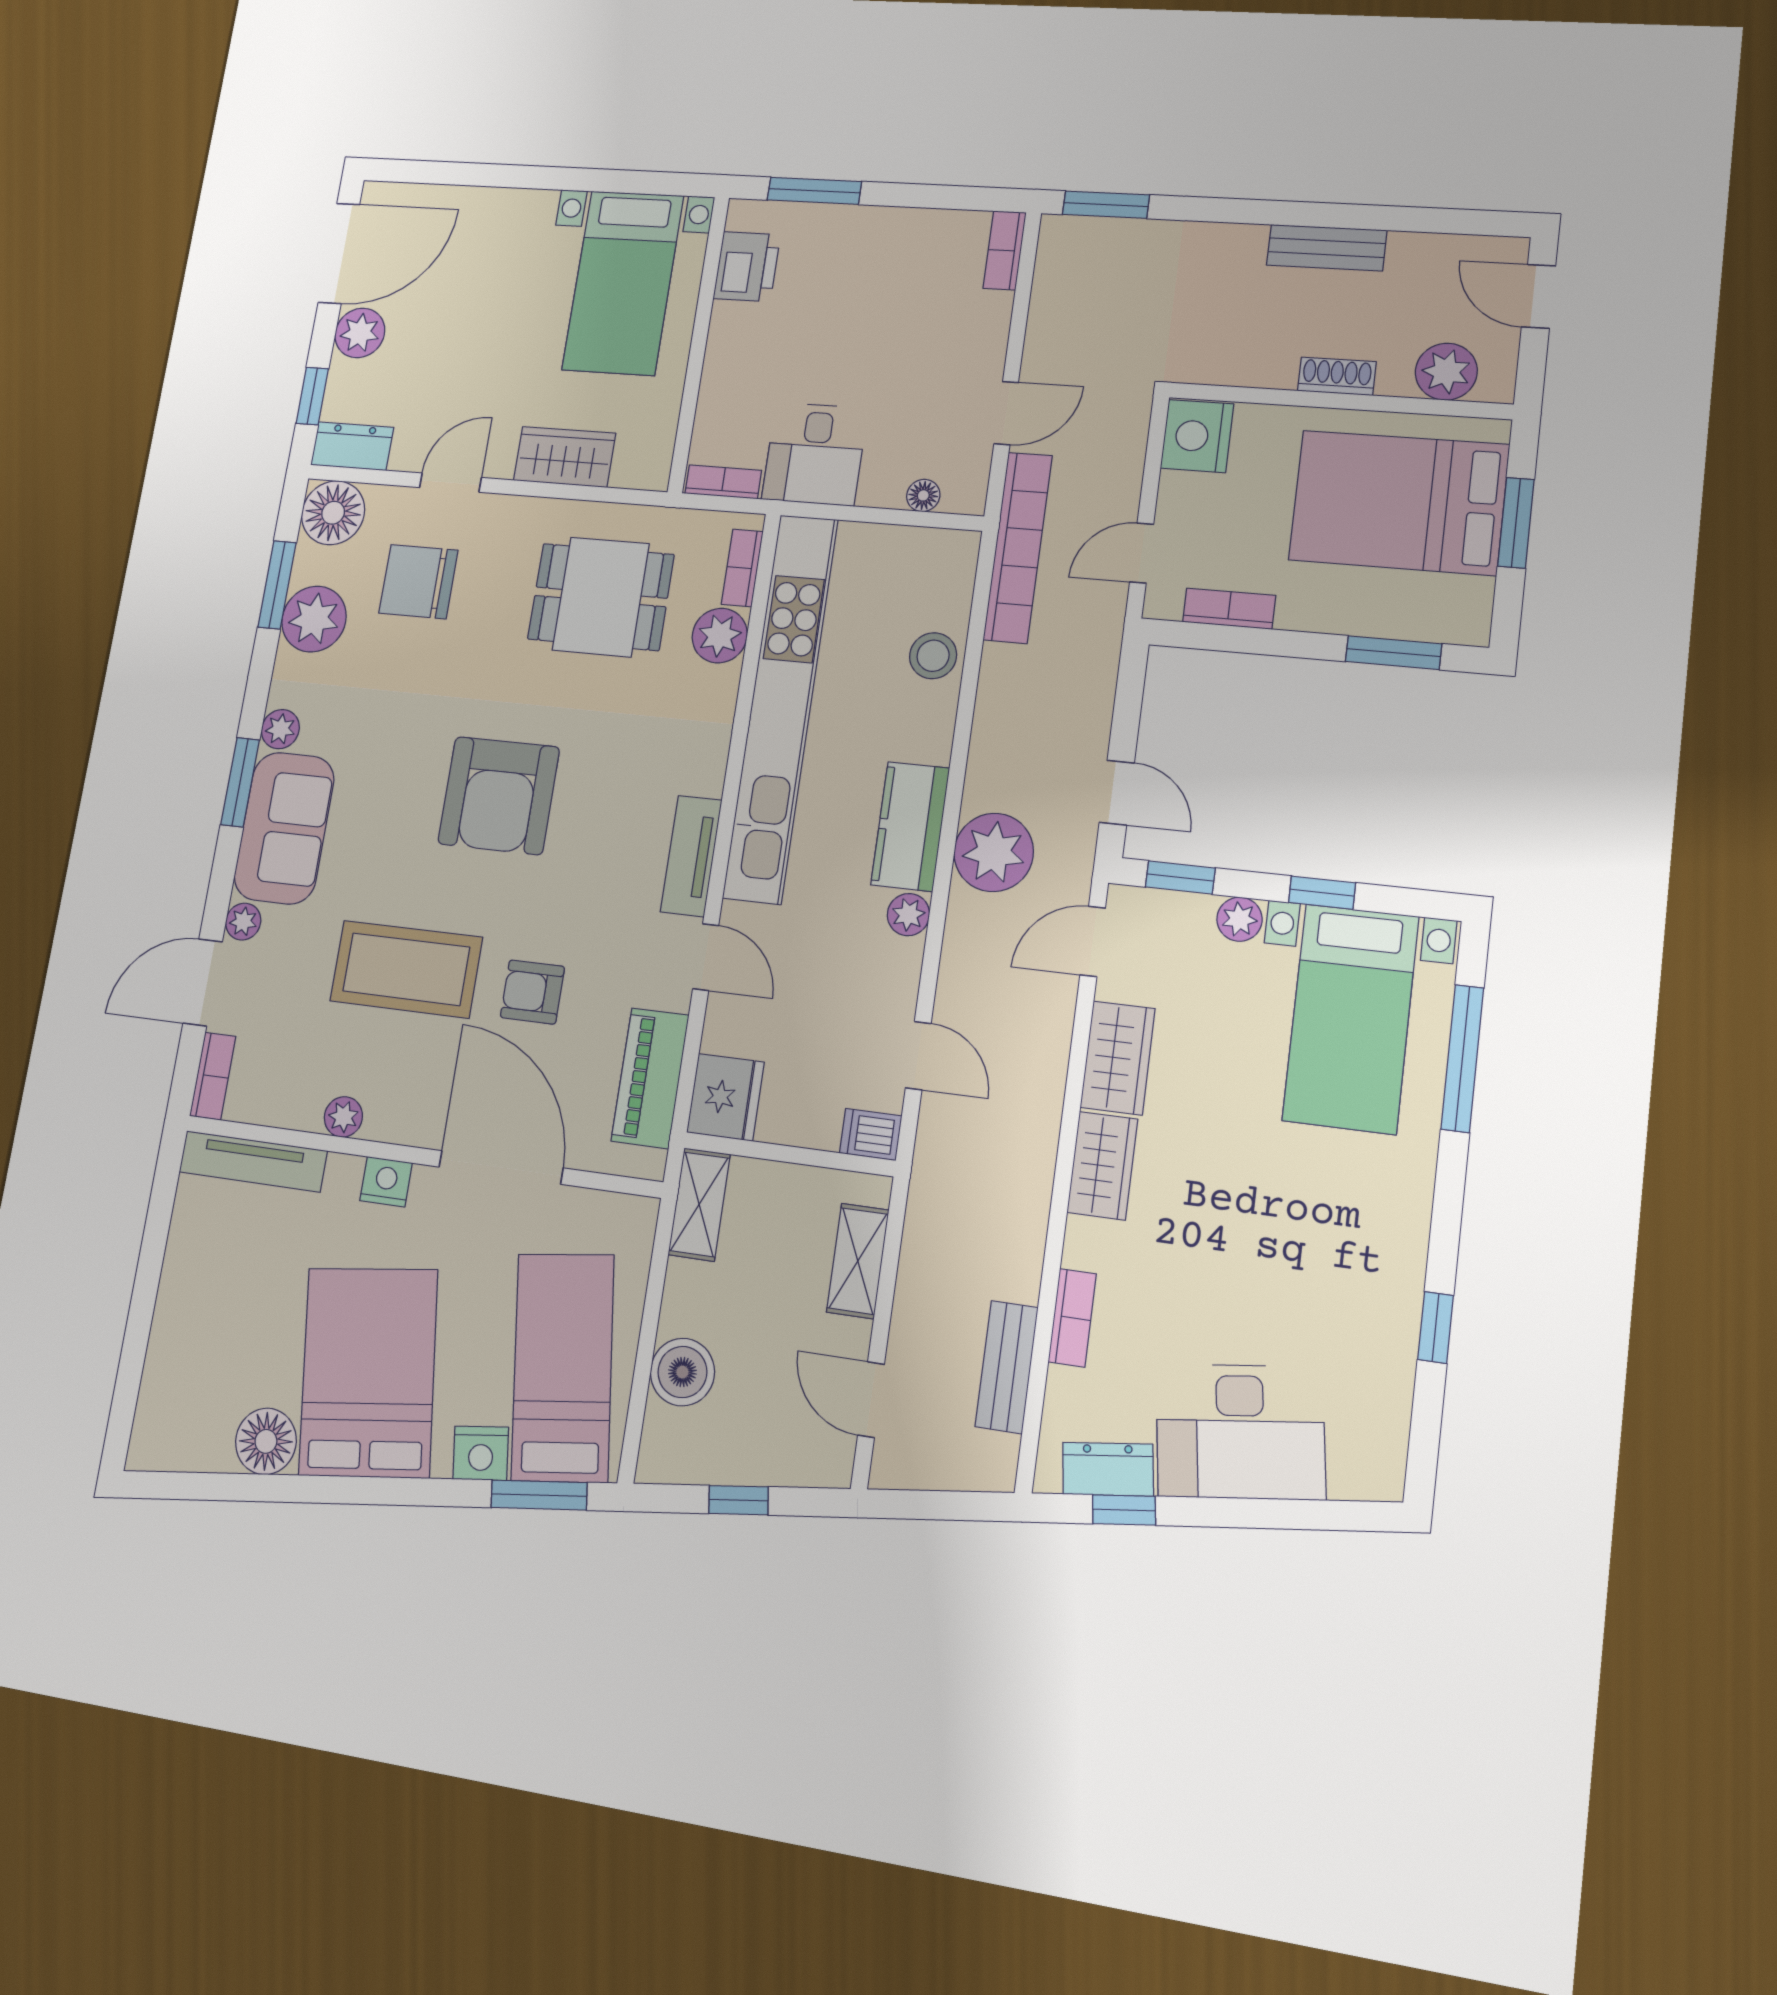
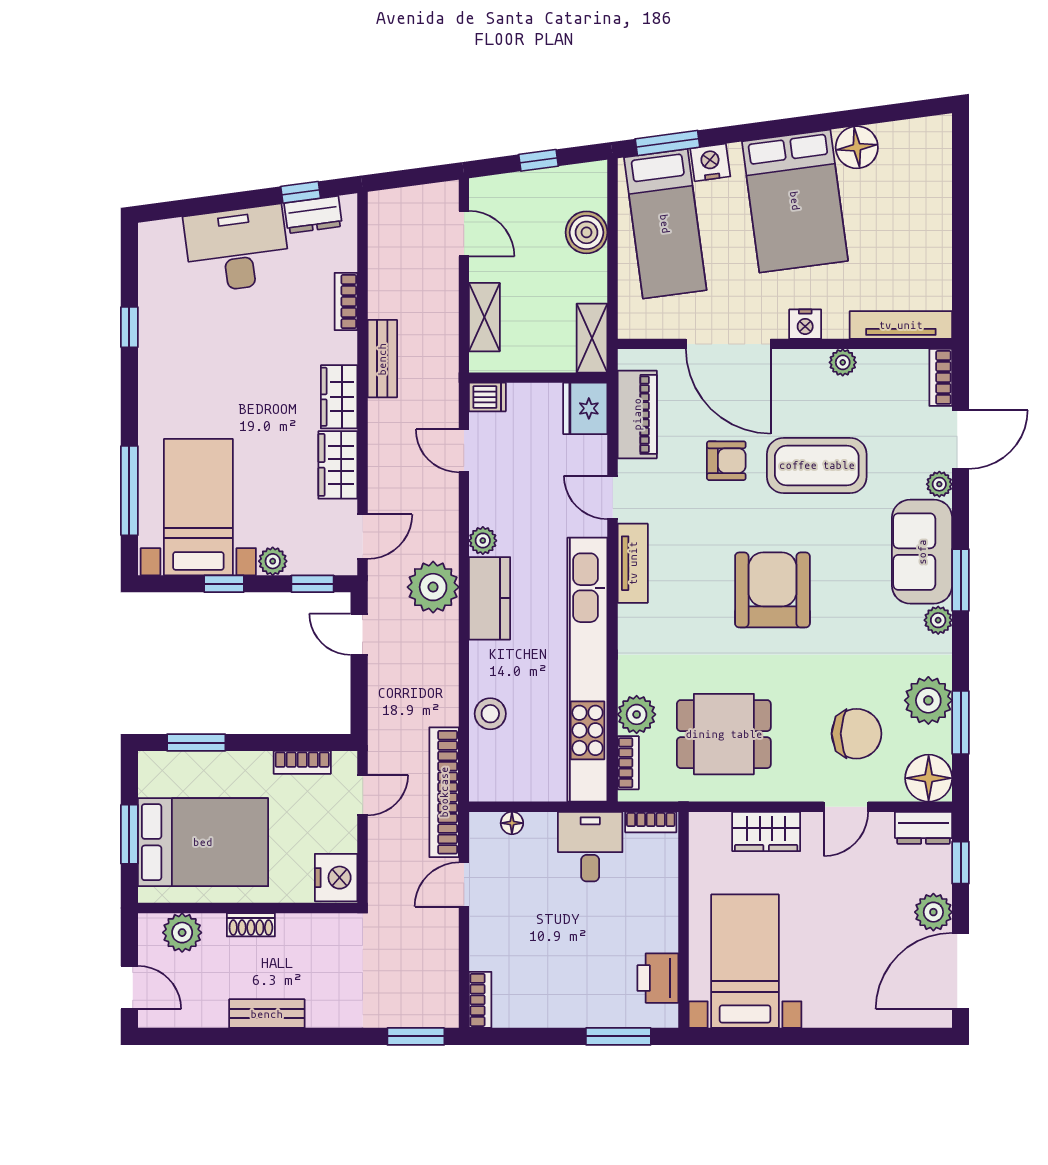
bench: (1007, 1367) -> (382, 359), moved

